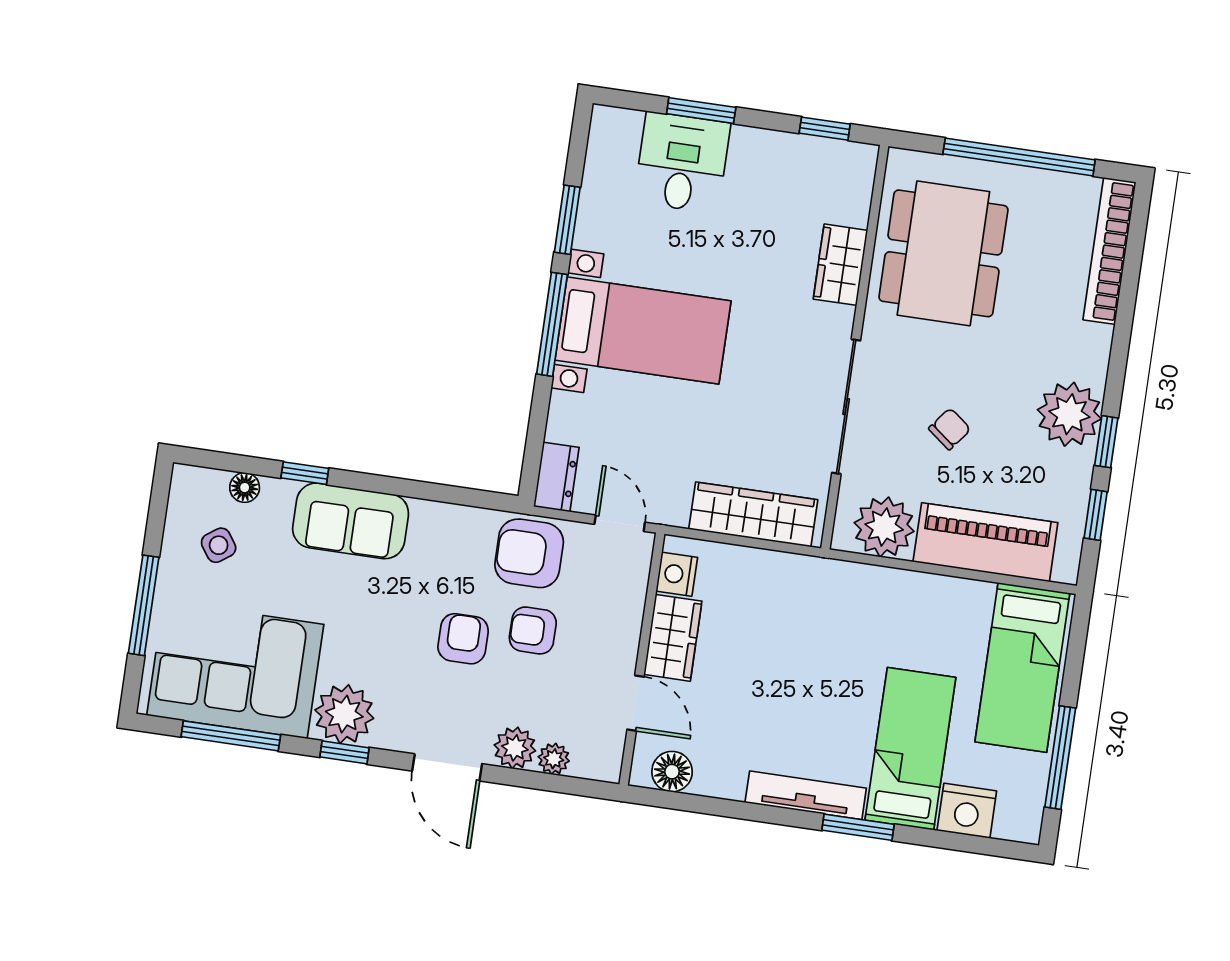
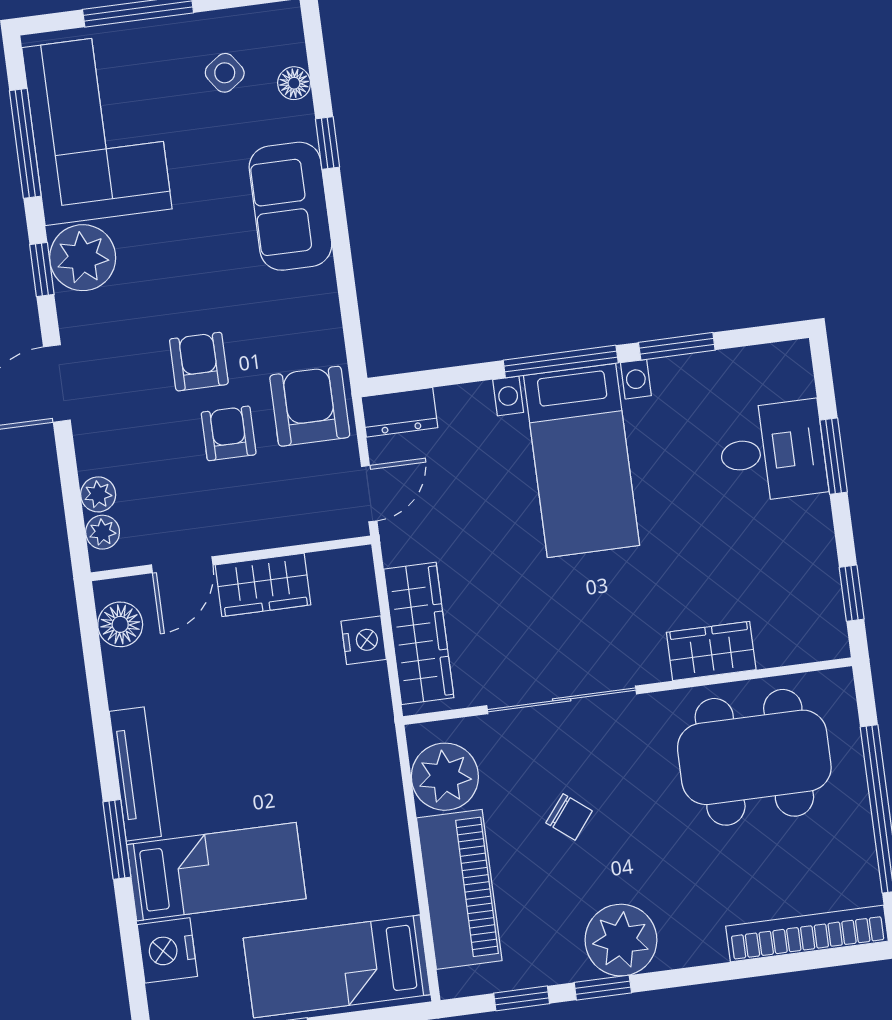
nightstand: (677, 574) -> (364, 640), moved, turned 90
armchair: (463, 639) -> (199, 362), turned -90
plant: (515, 748) -> (103, 532), moved, width x0.73, depth x0.73

